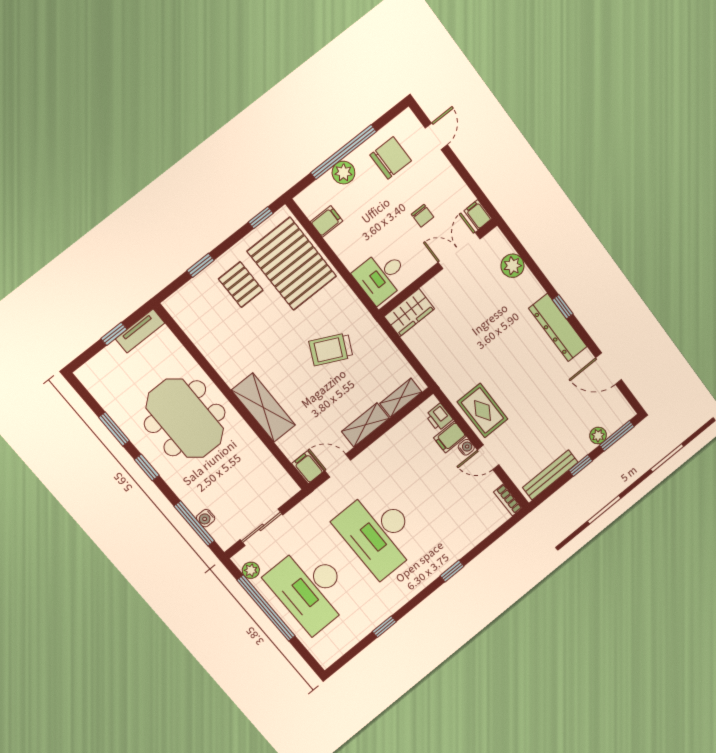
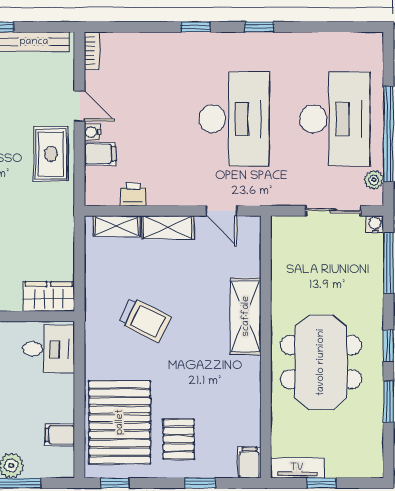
printer: (439, 417) -> (133, 194), moved, turned -90
filing cabinet: (308, 467) -> (249, 463), moved, turned 180
water cooler: (206, 518) -> (375, 224), moved, turned -90
window: (384, 627) -> (259, 27), moved

